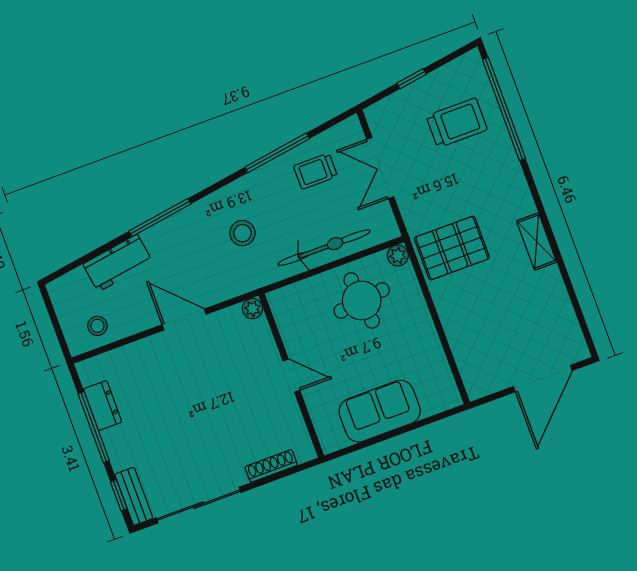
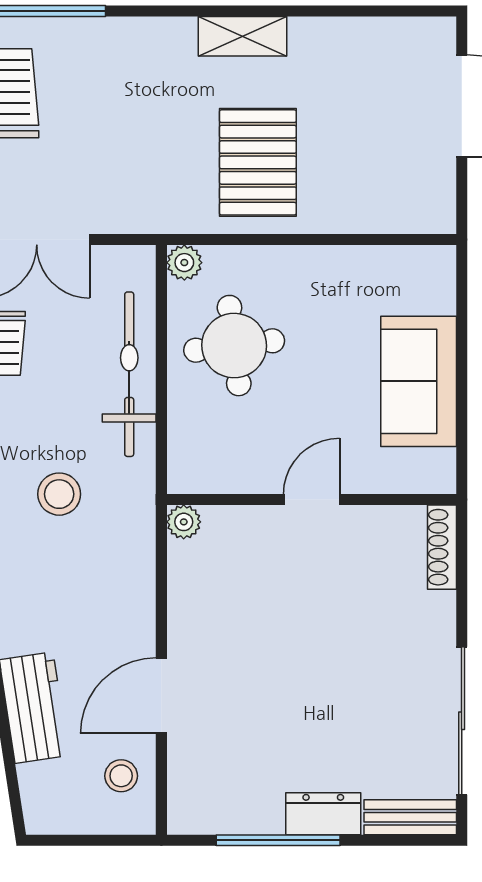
pallet: (452, 248) -> (258, 162), moved
door: (184, 320) -> (161, 696), moved
dresser: (103, 406) -> (323, 814), moved
shoe rack: (271, 466) -> (442, 547), moved
window: (119, 495) -> (400, 840), removed

